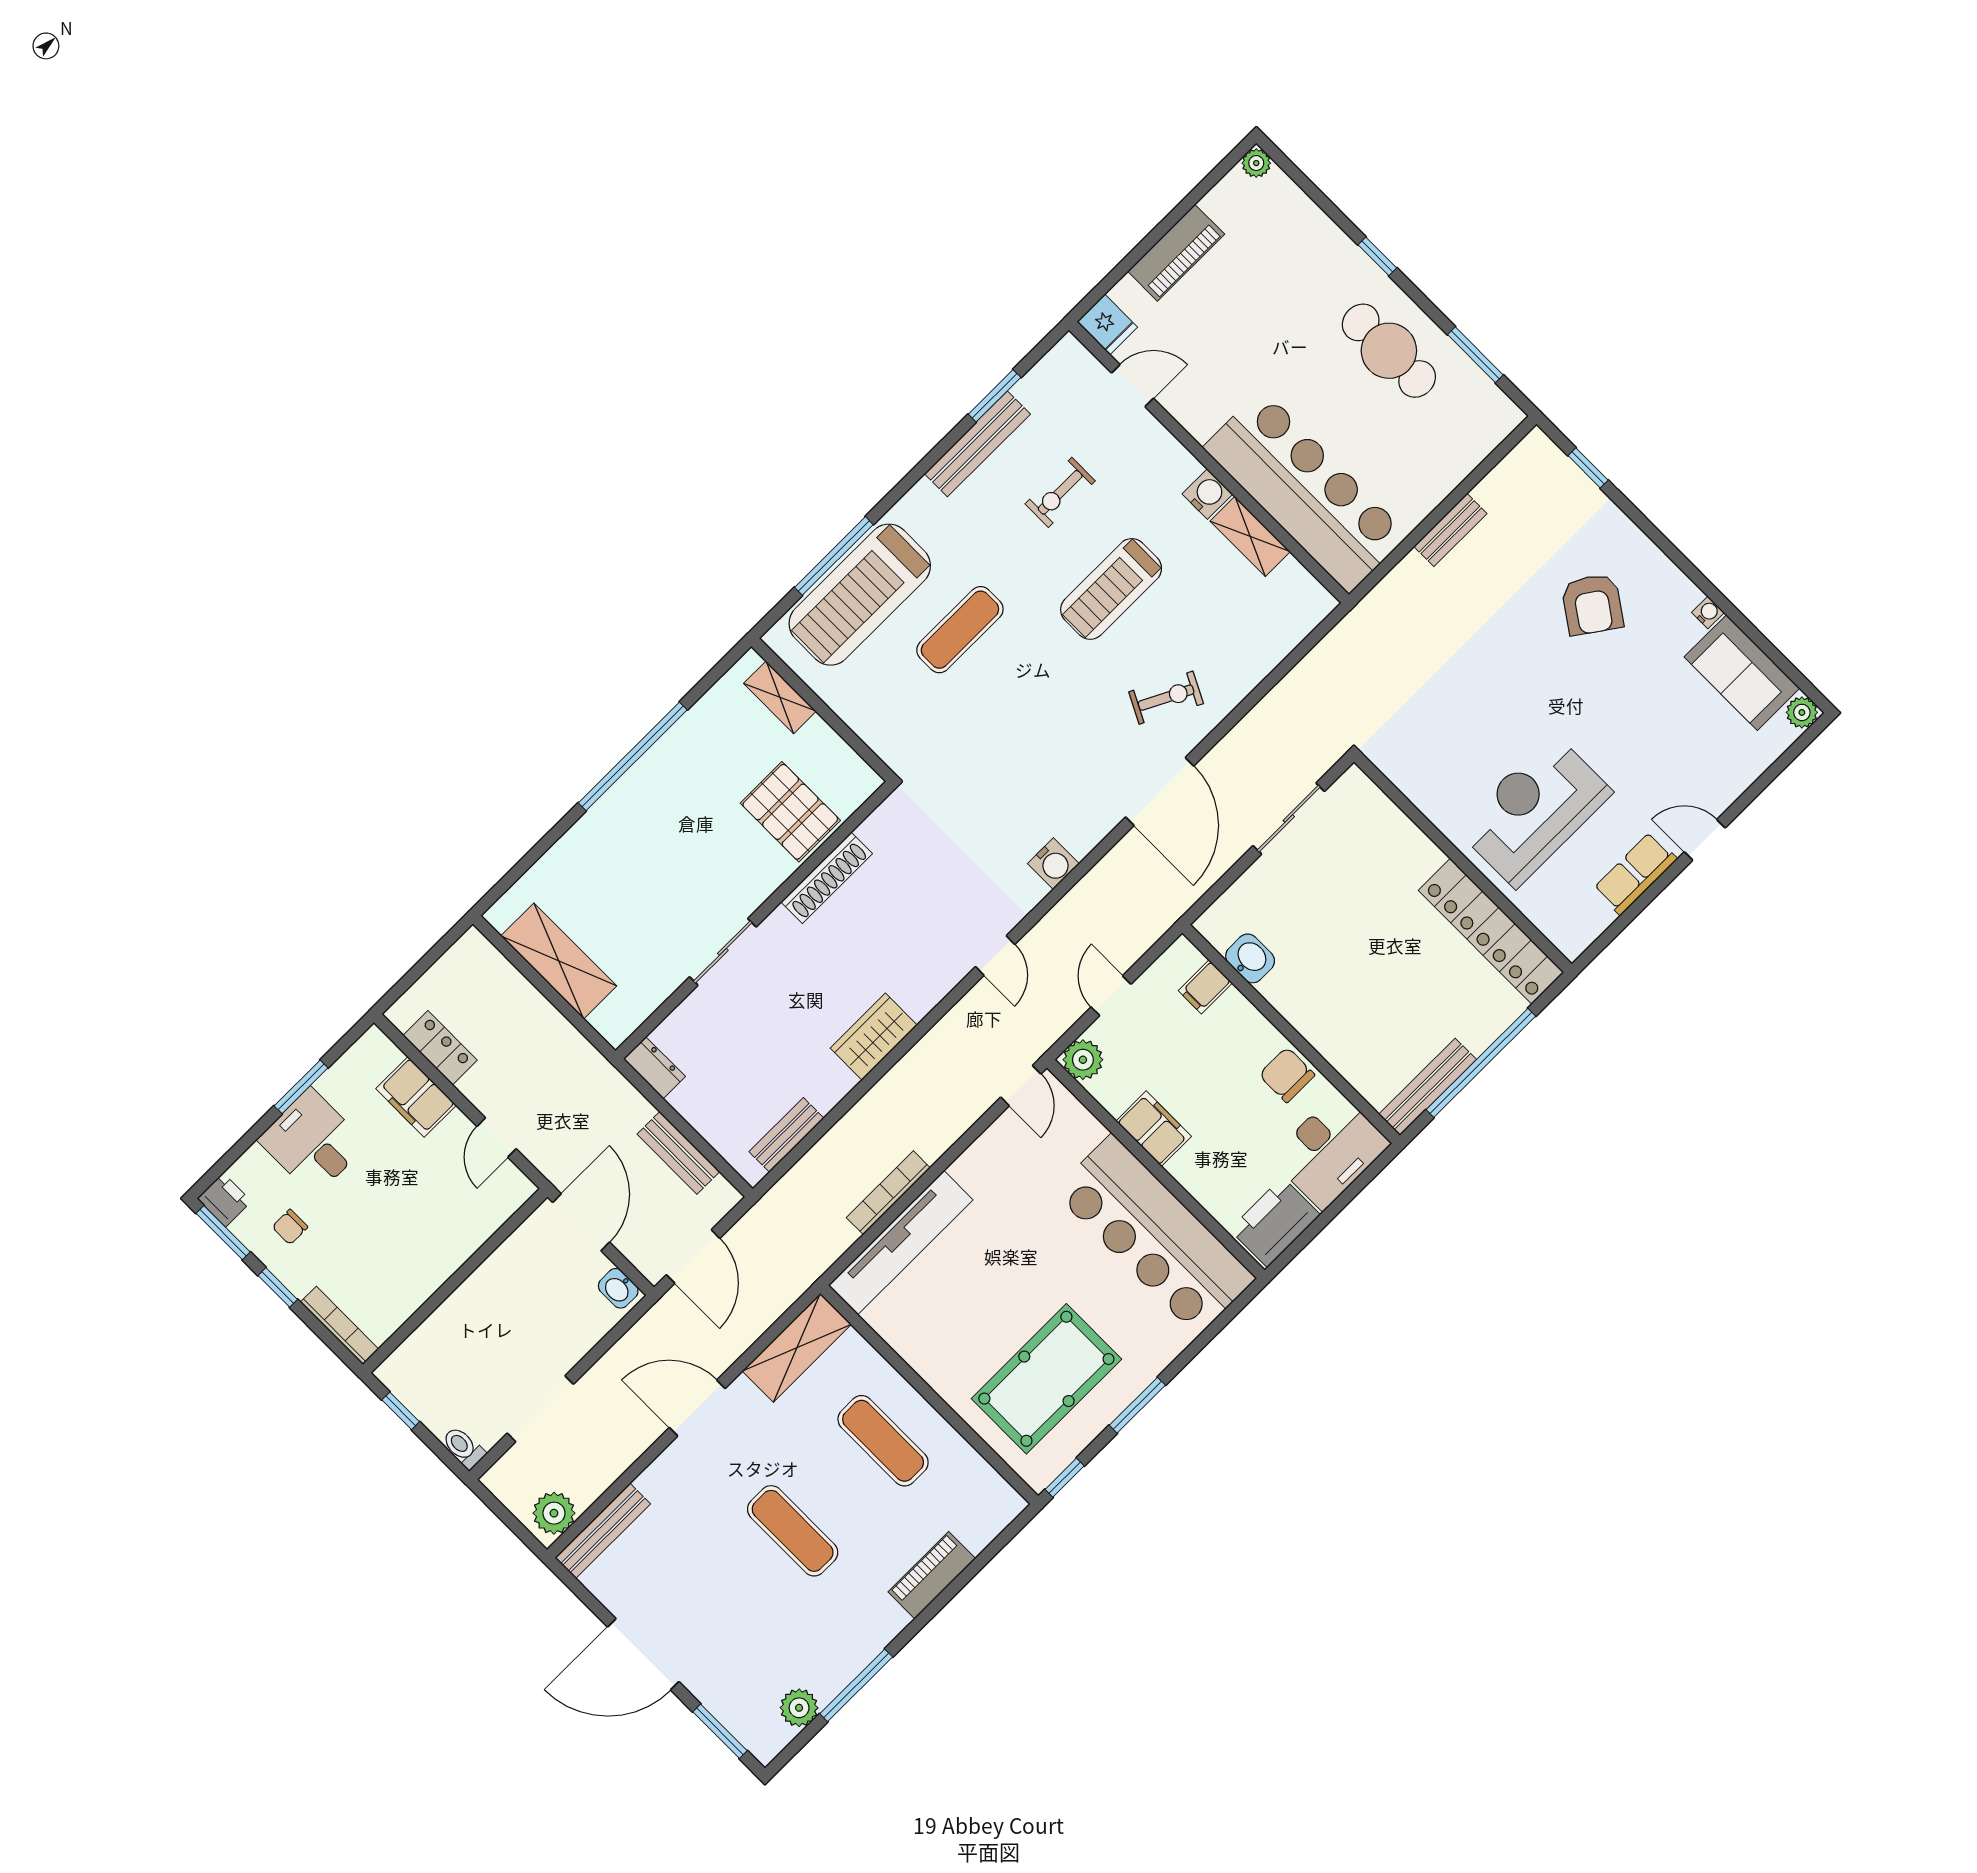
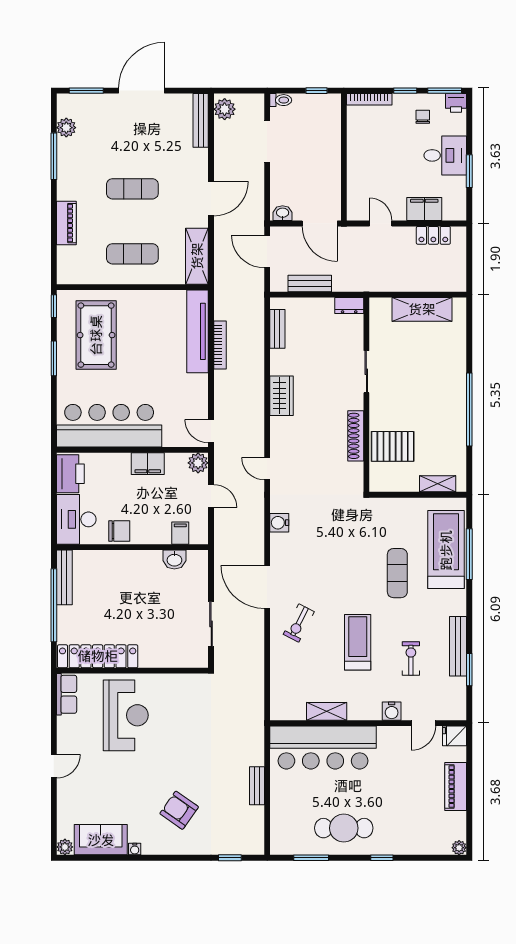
water cooler: (1207, 494) -> (392, 711), moved
row of seats: (1635, 874) -> (67, 694), moved

